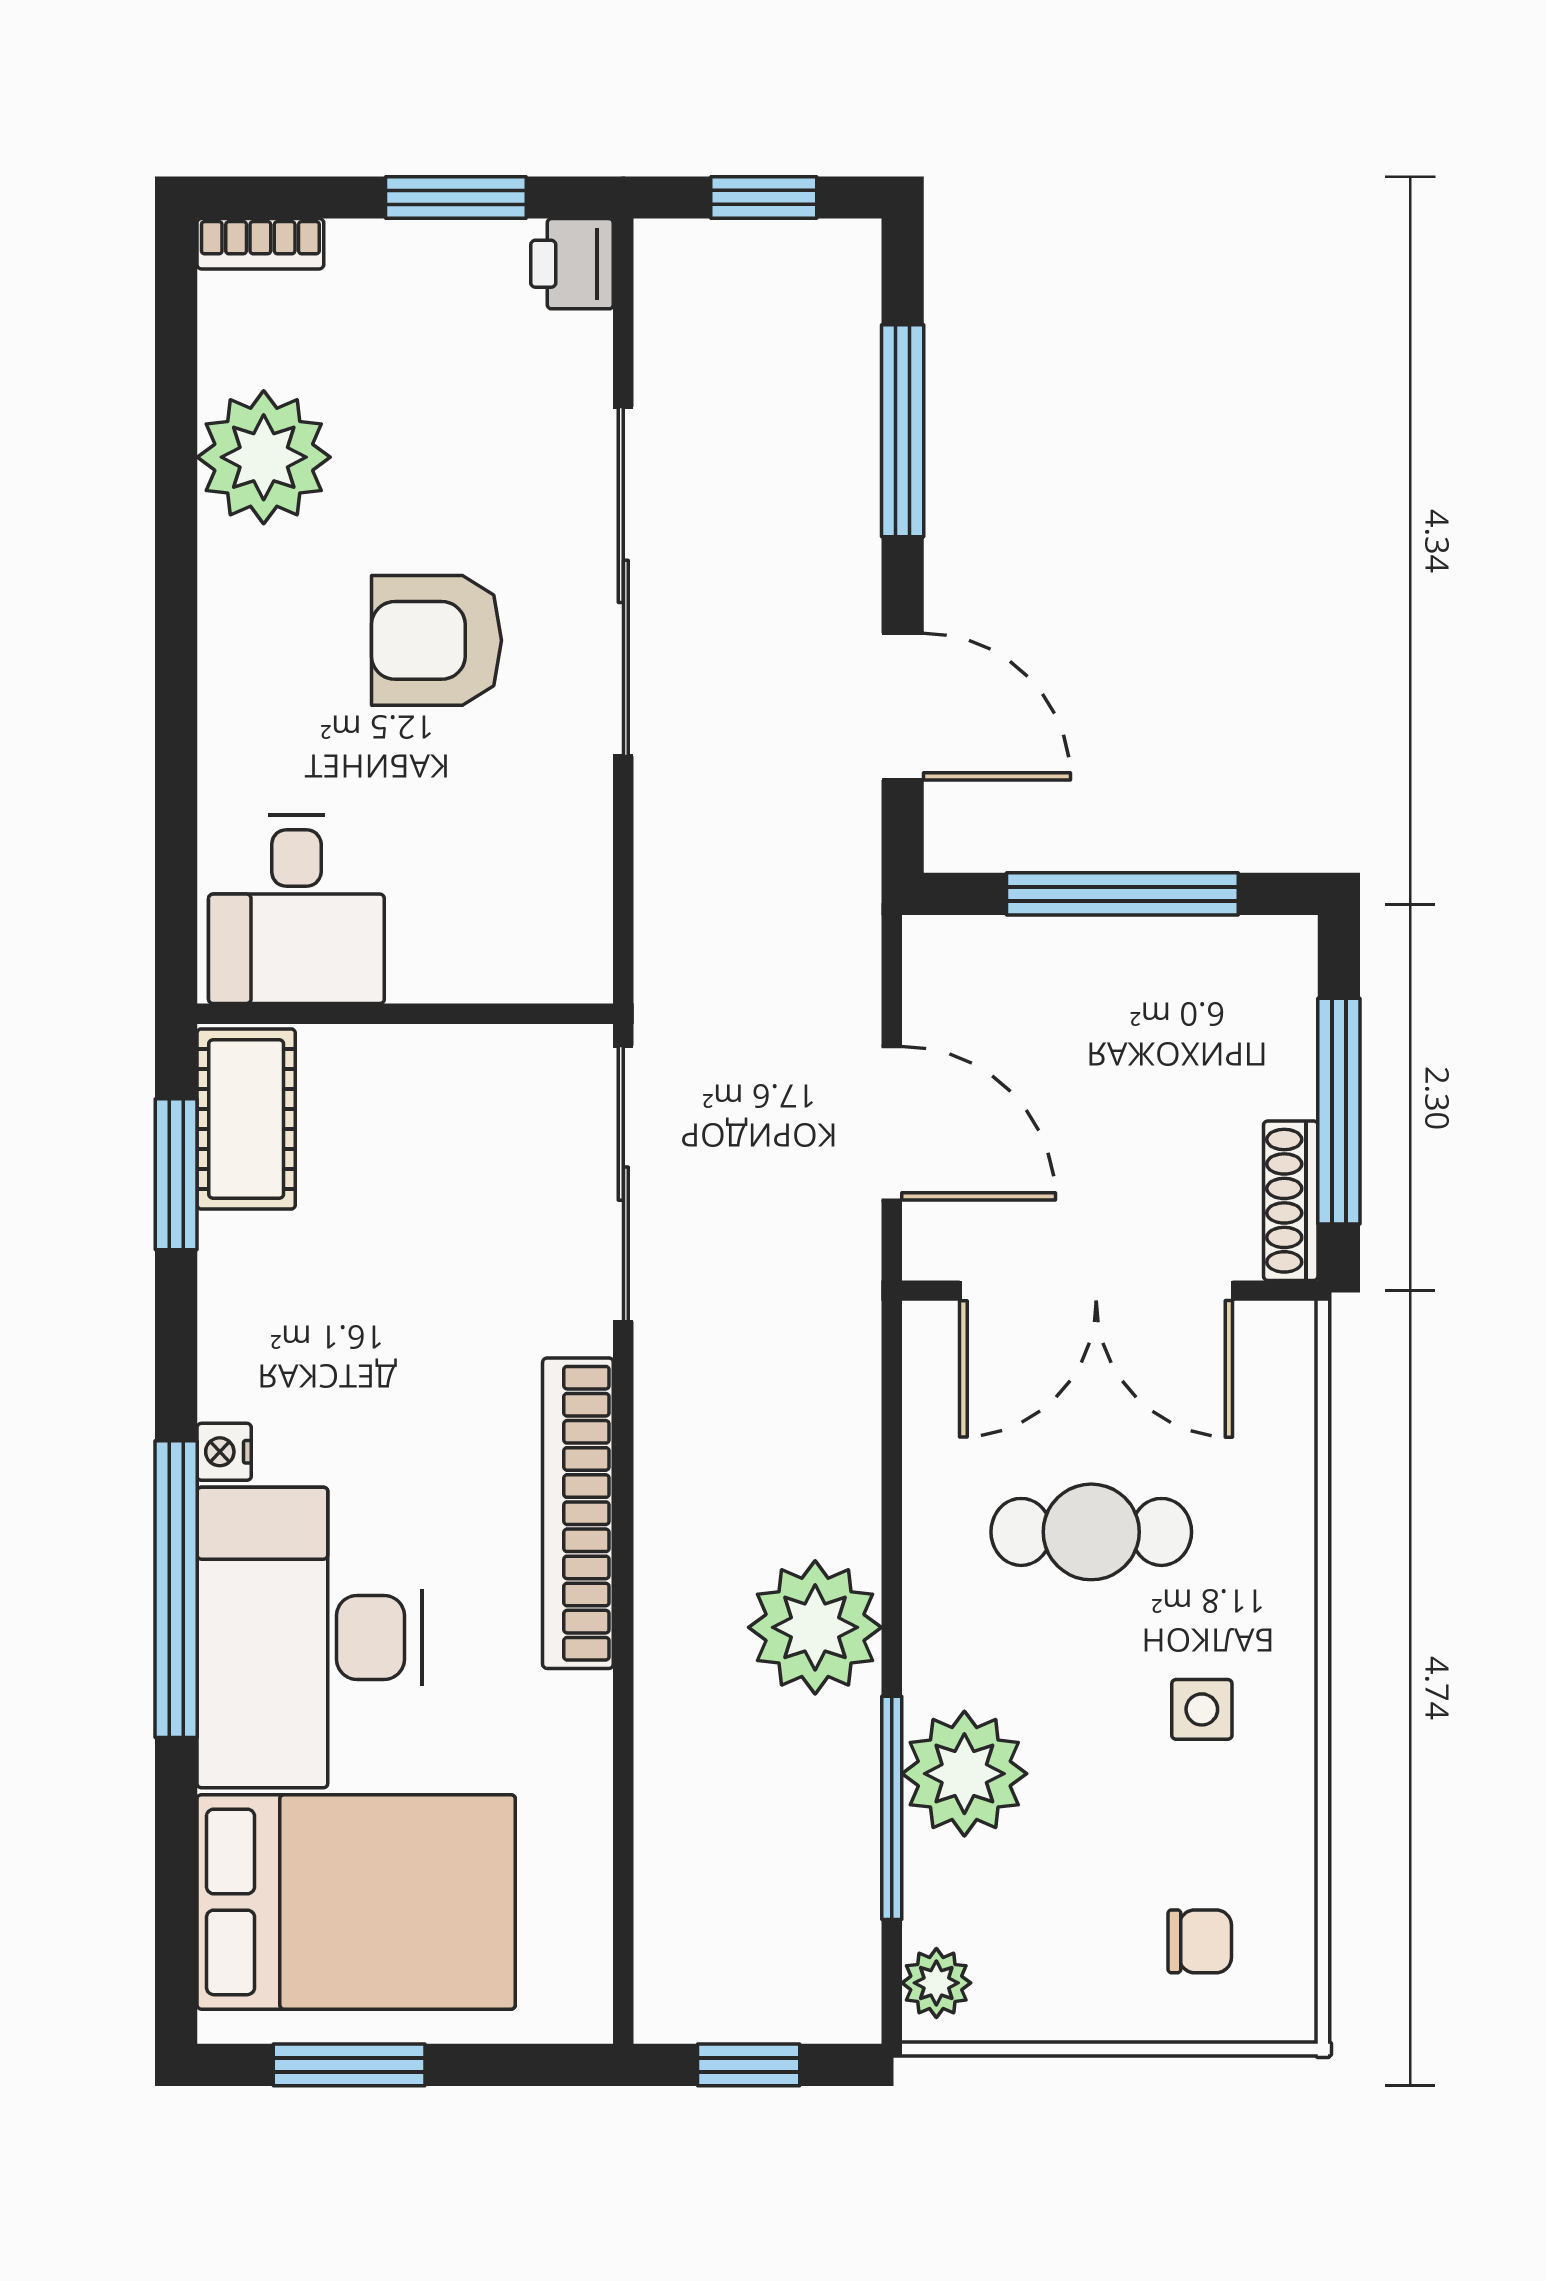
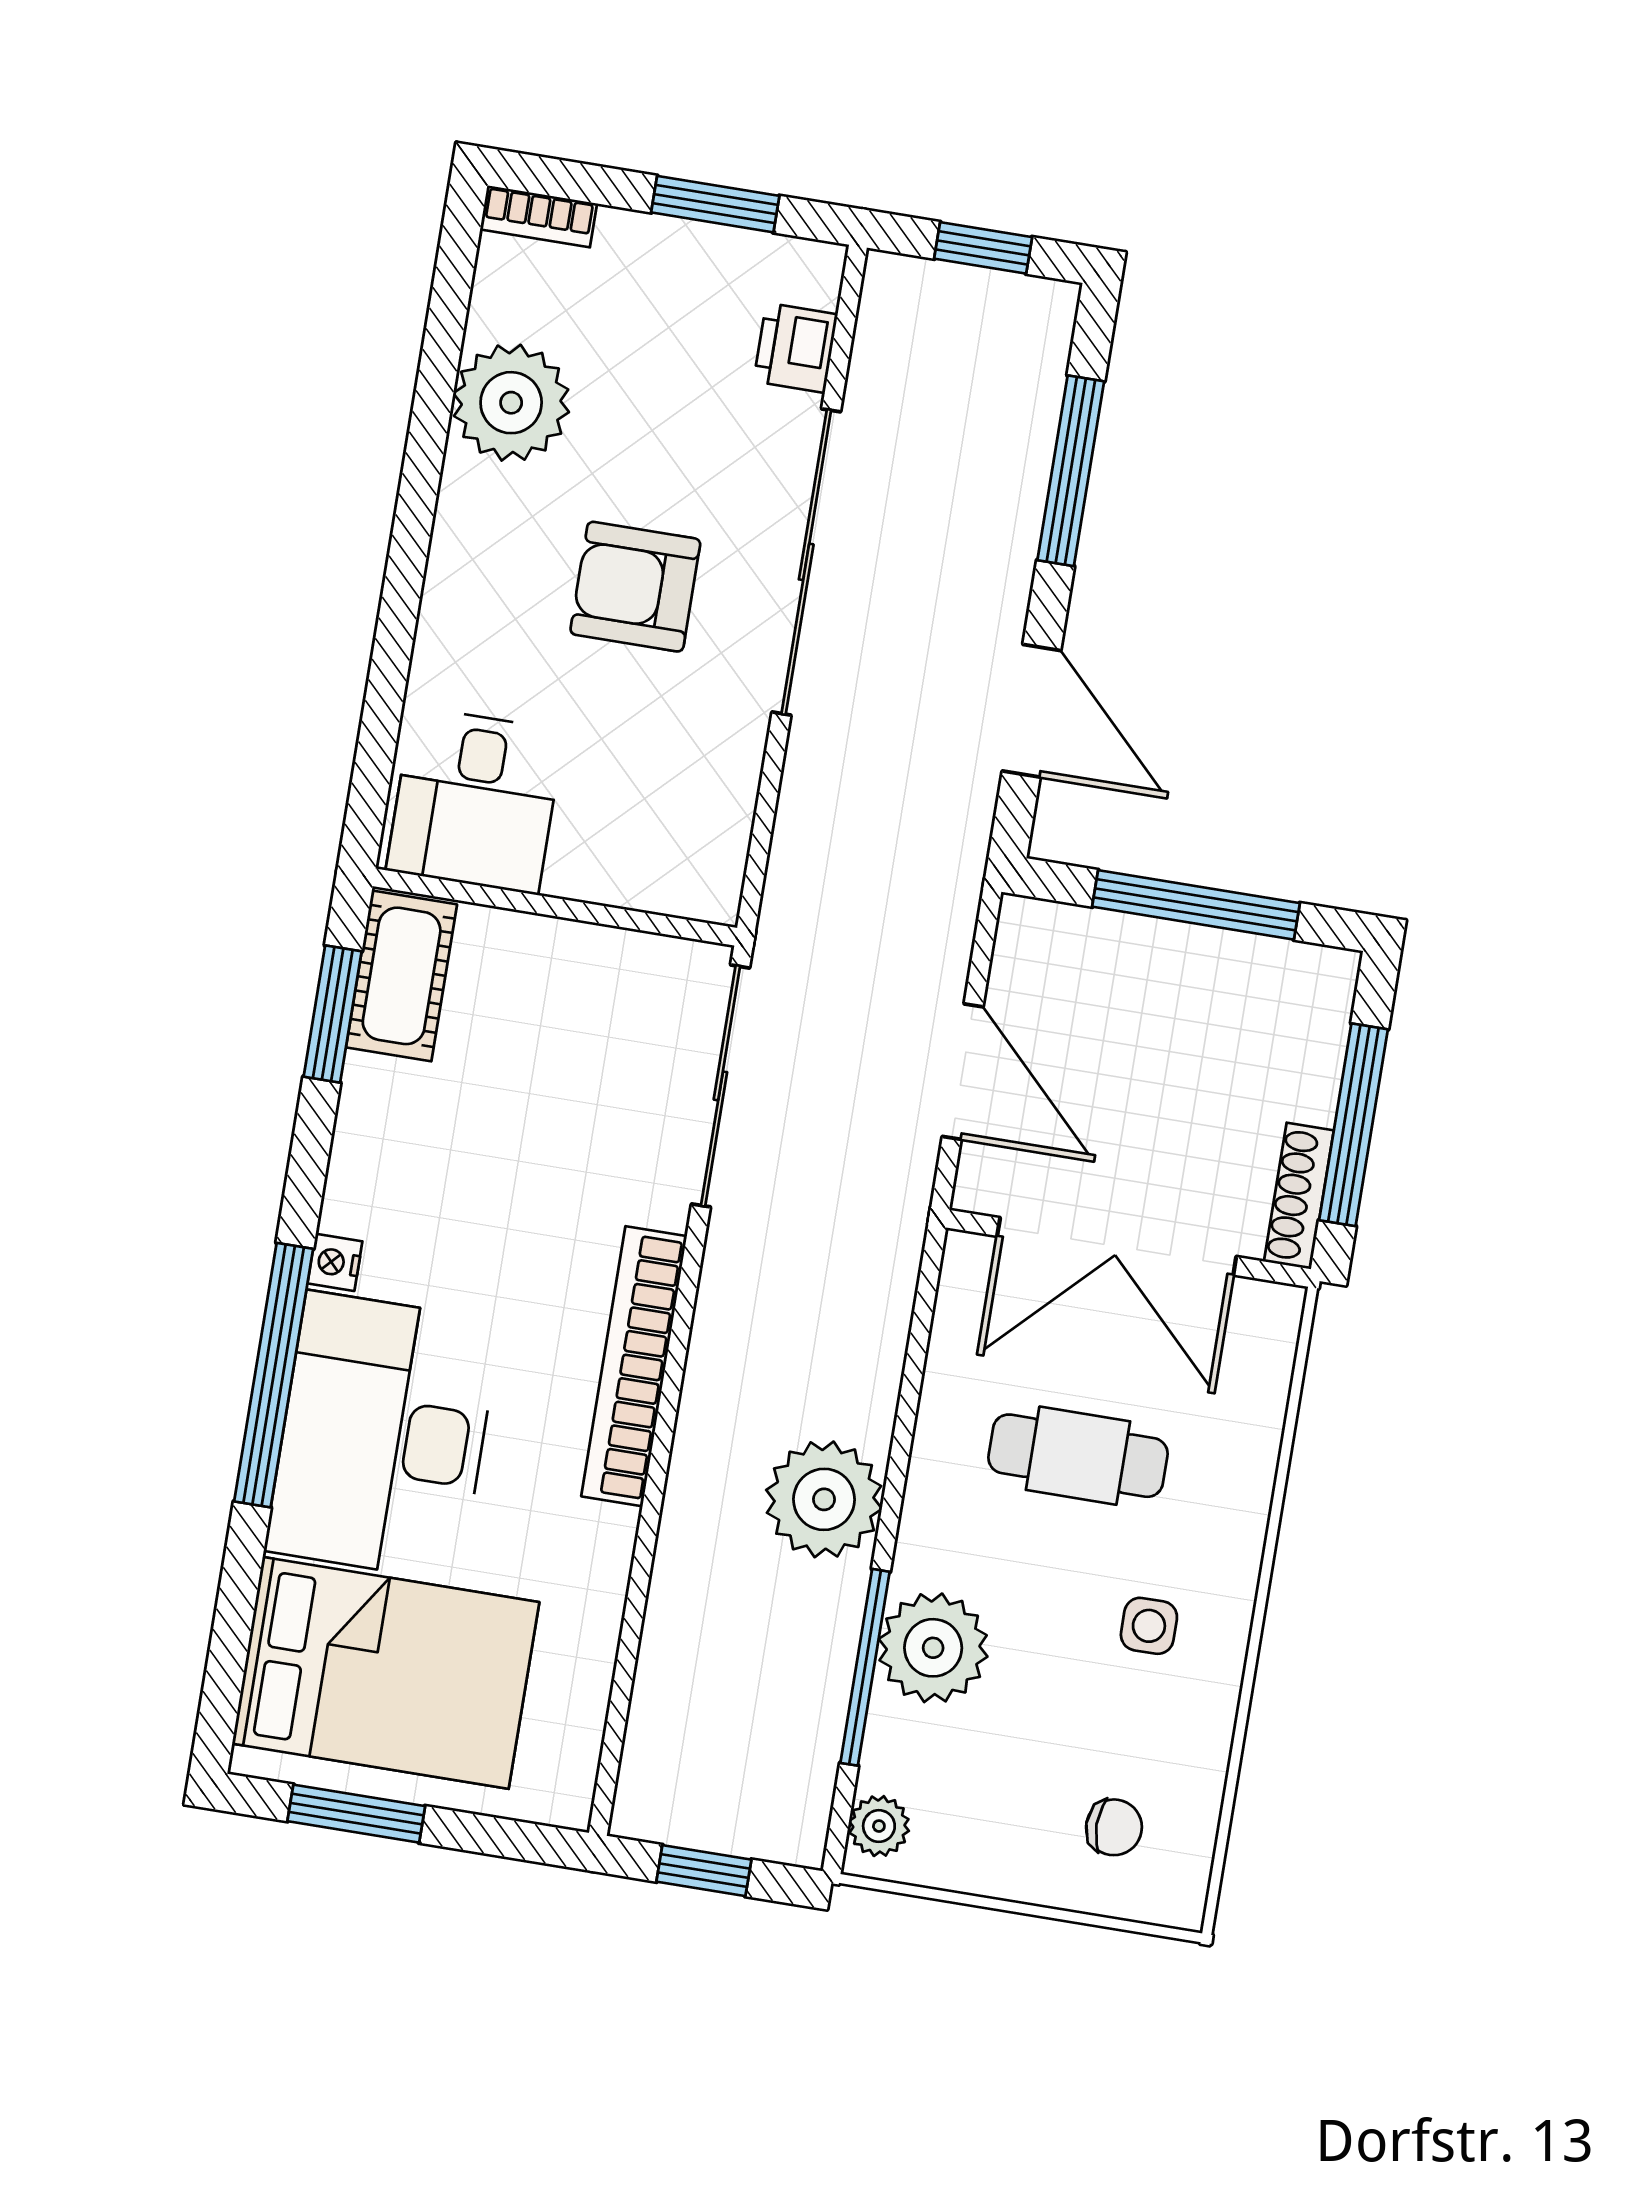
printer: (572, 264) -> (796, 348), moved

